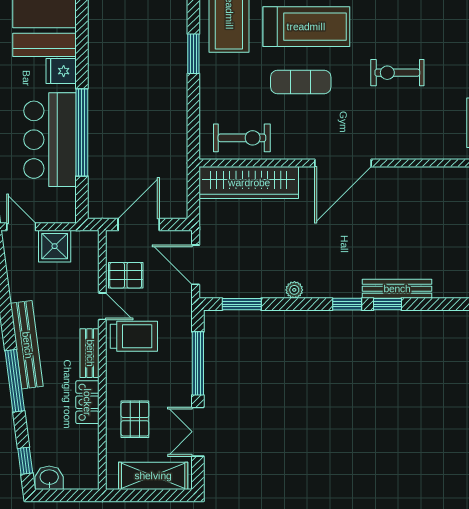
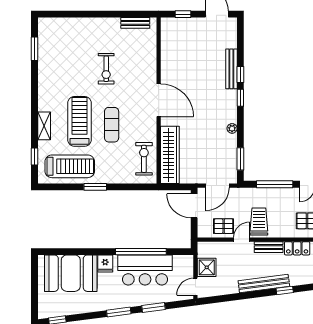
door: (139, 224) -> (194, 206), moved
pallet: (126, 275) -> (224, 226), turned 90
window: (15, 381) -> (285, 290), width x0.46

